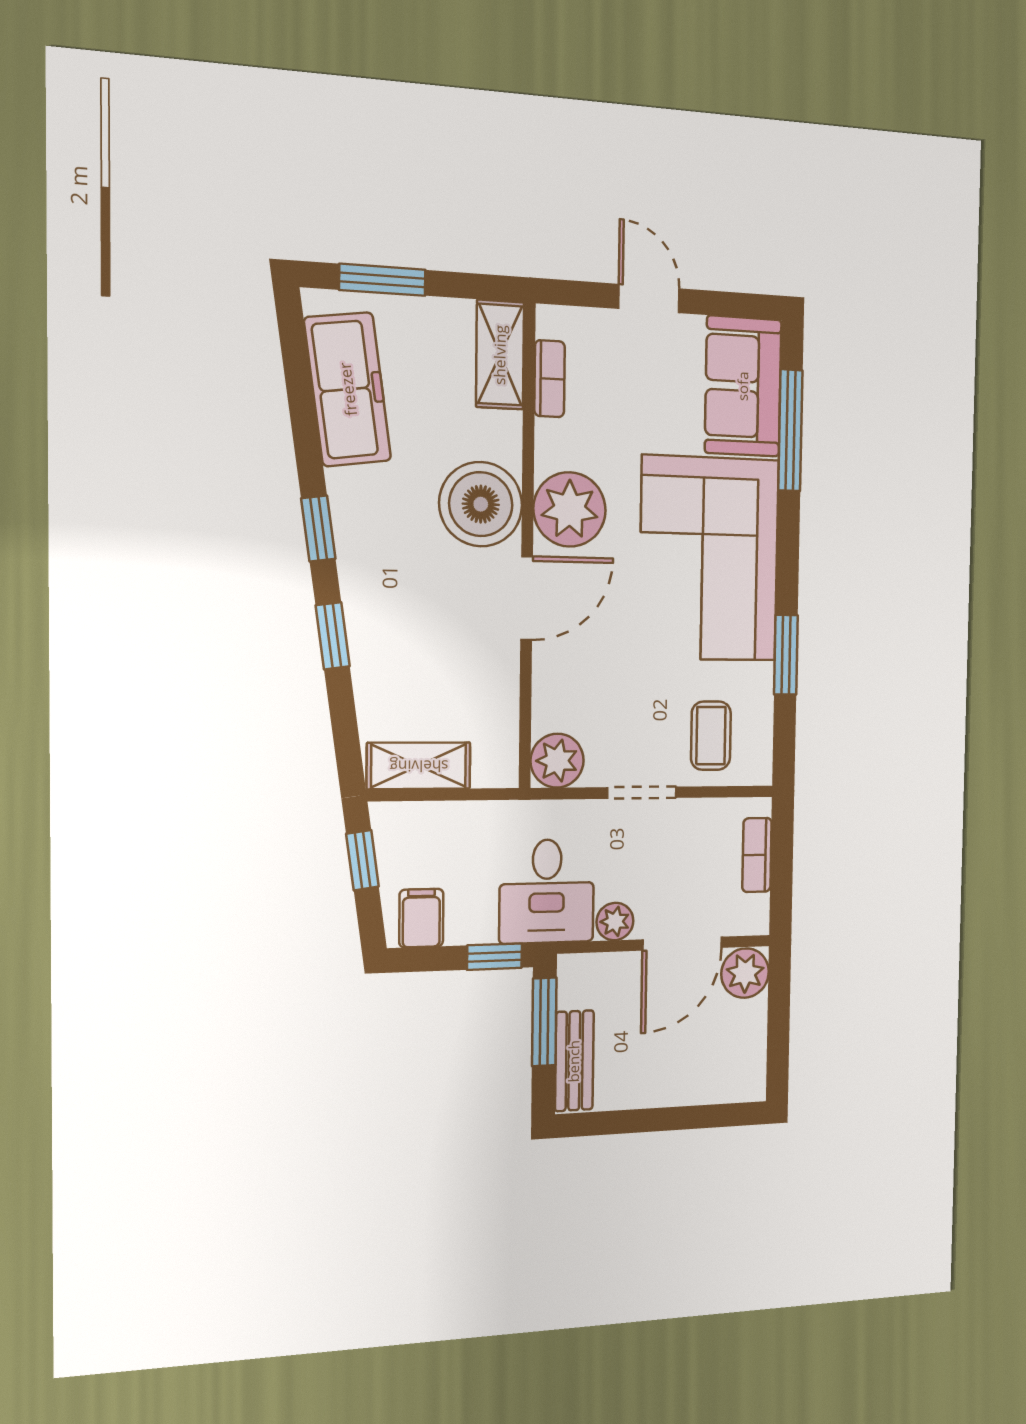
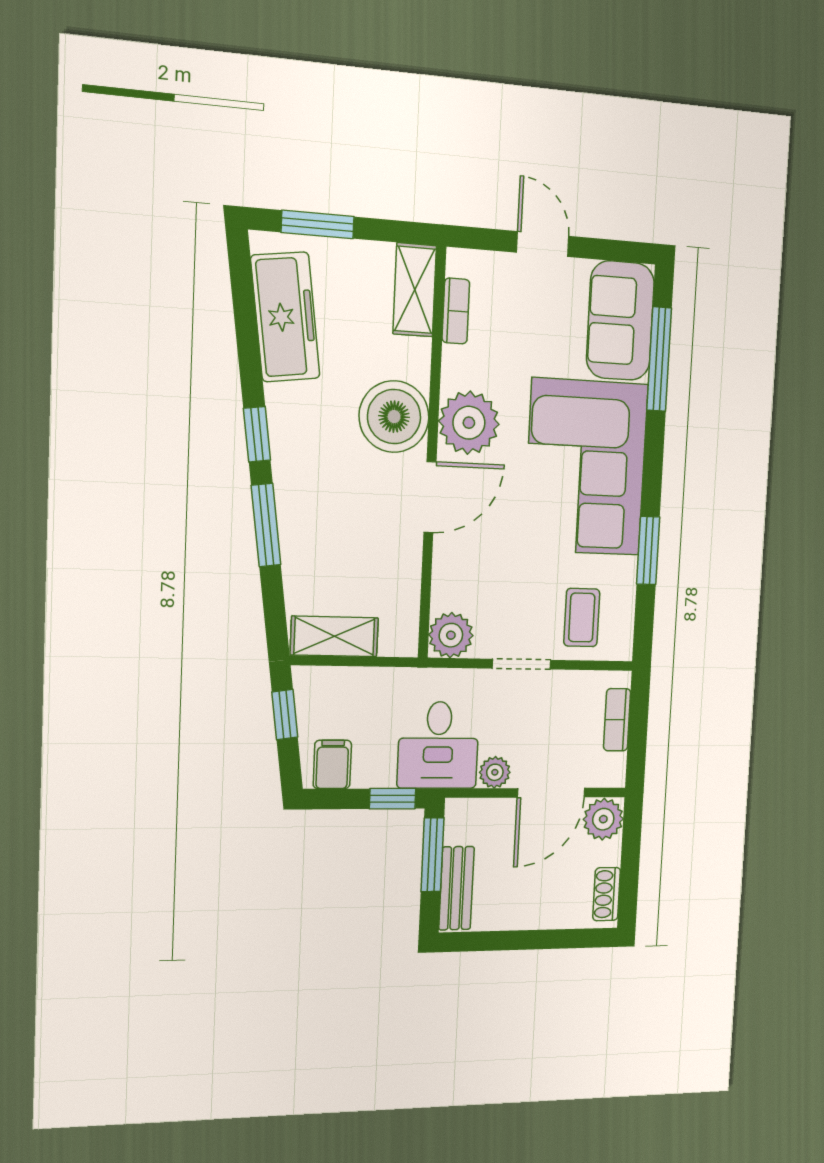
window: (333, 636) -> (266, 525), width x1.50
shoe rack: (752, 1062) -> (607, 894), added

